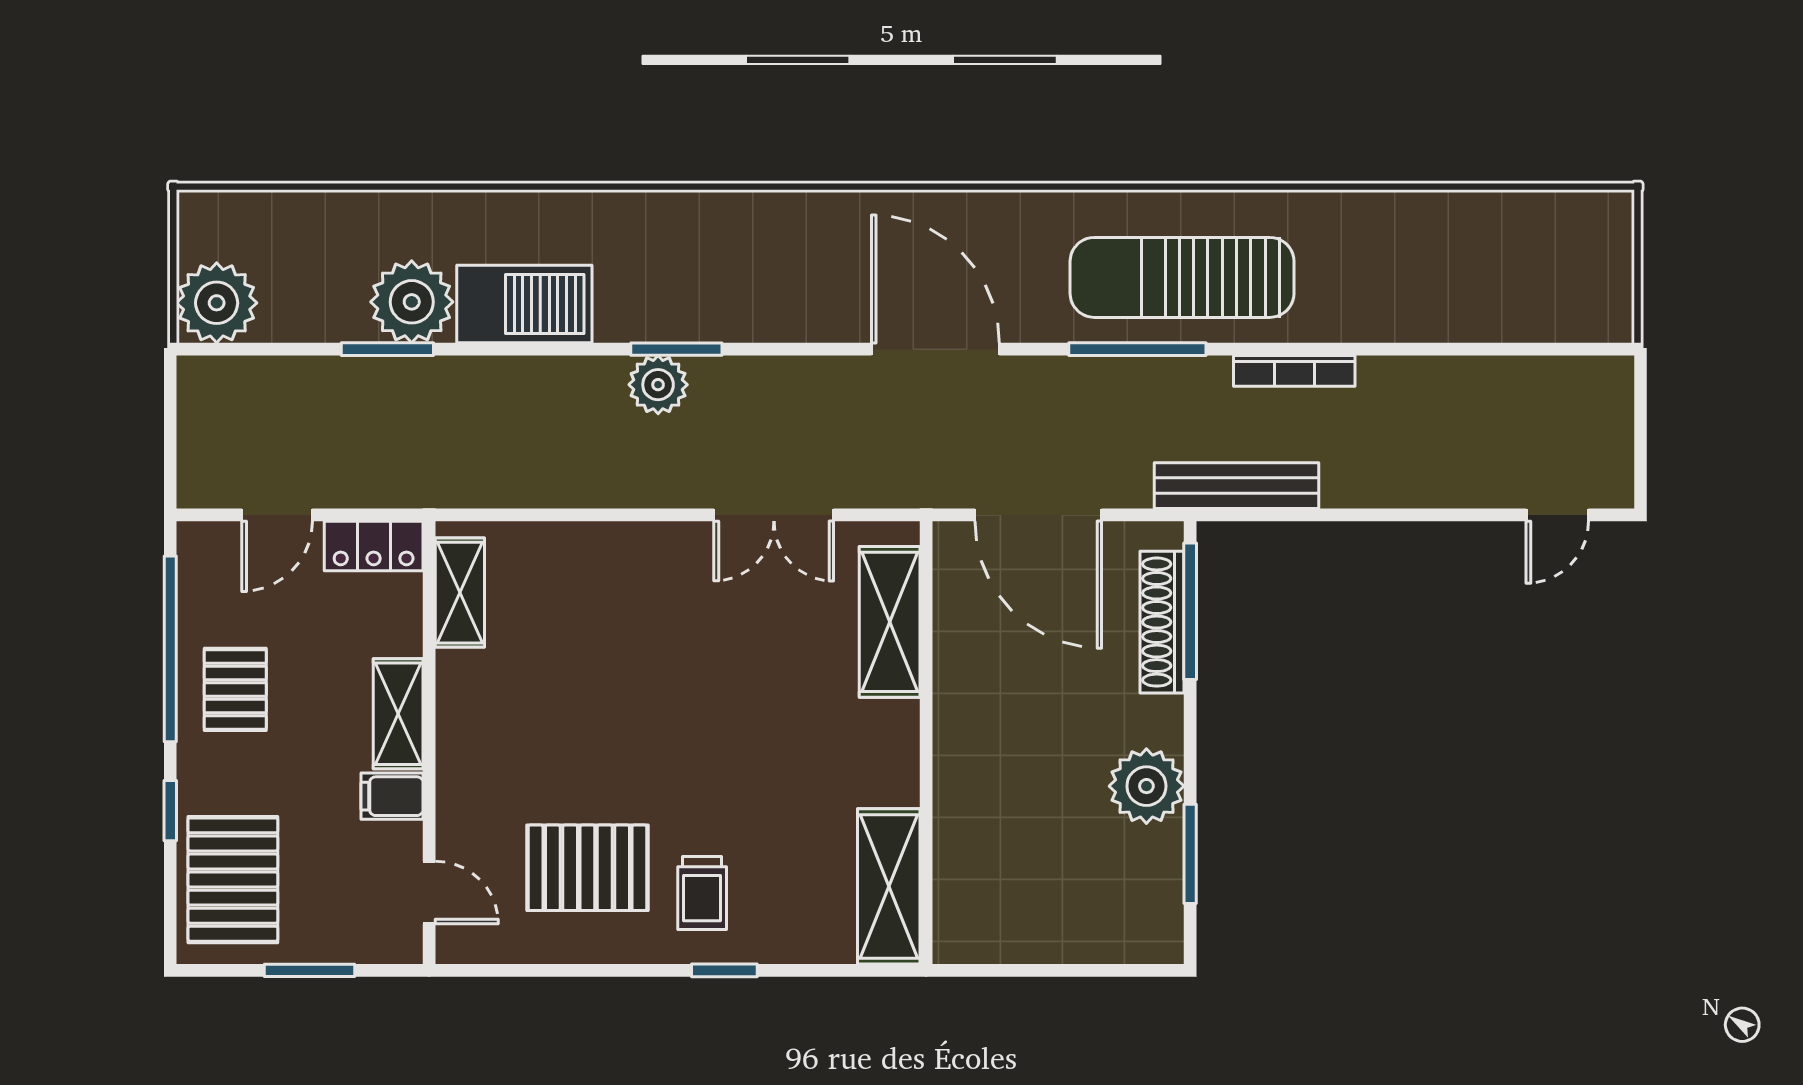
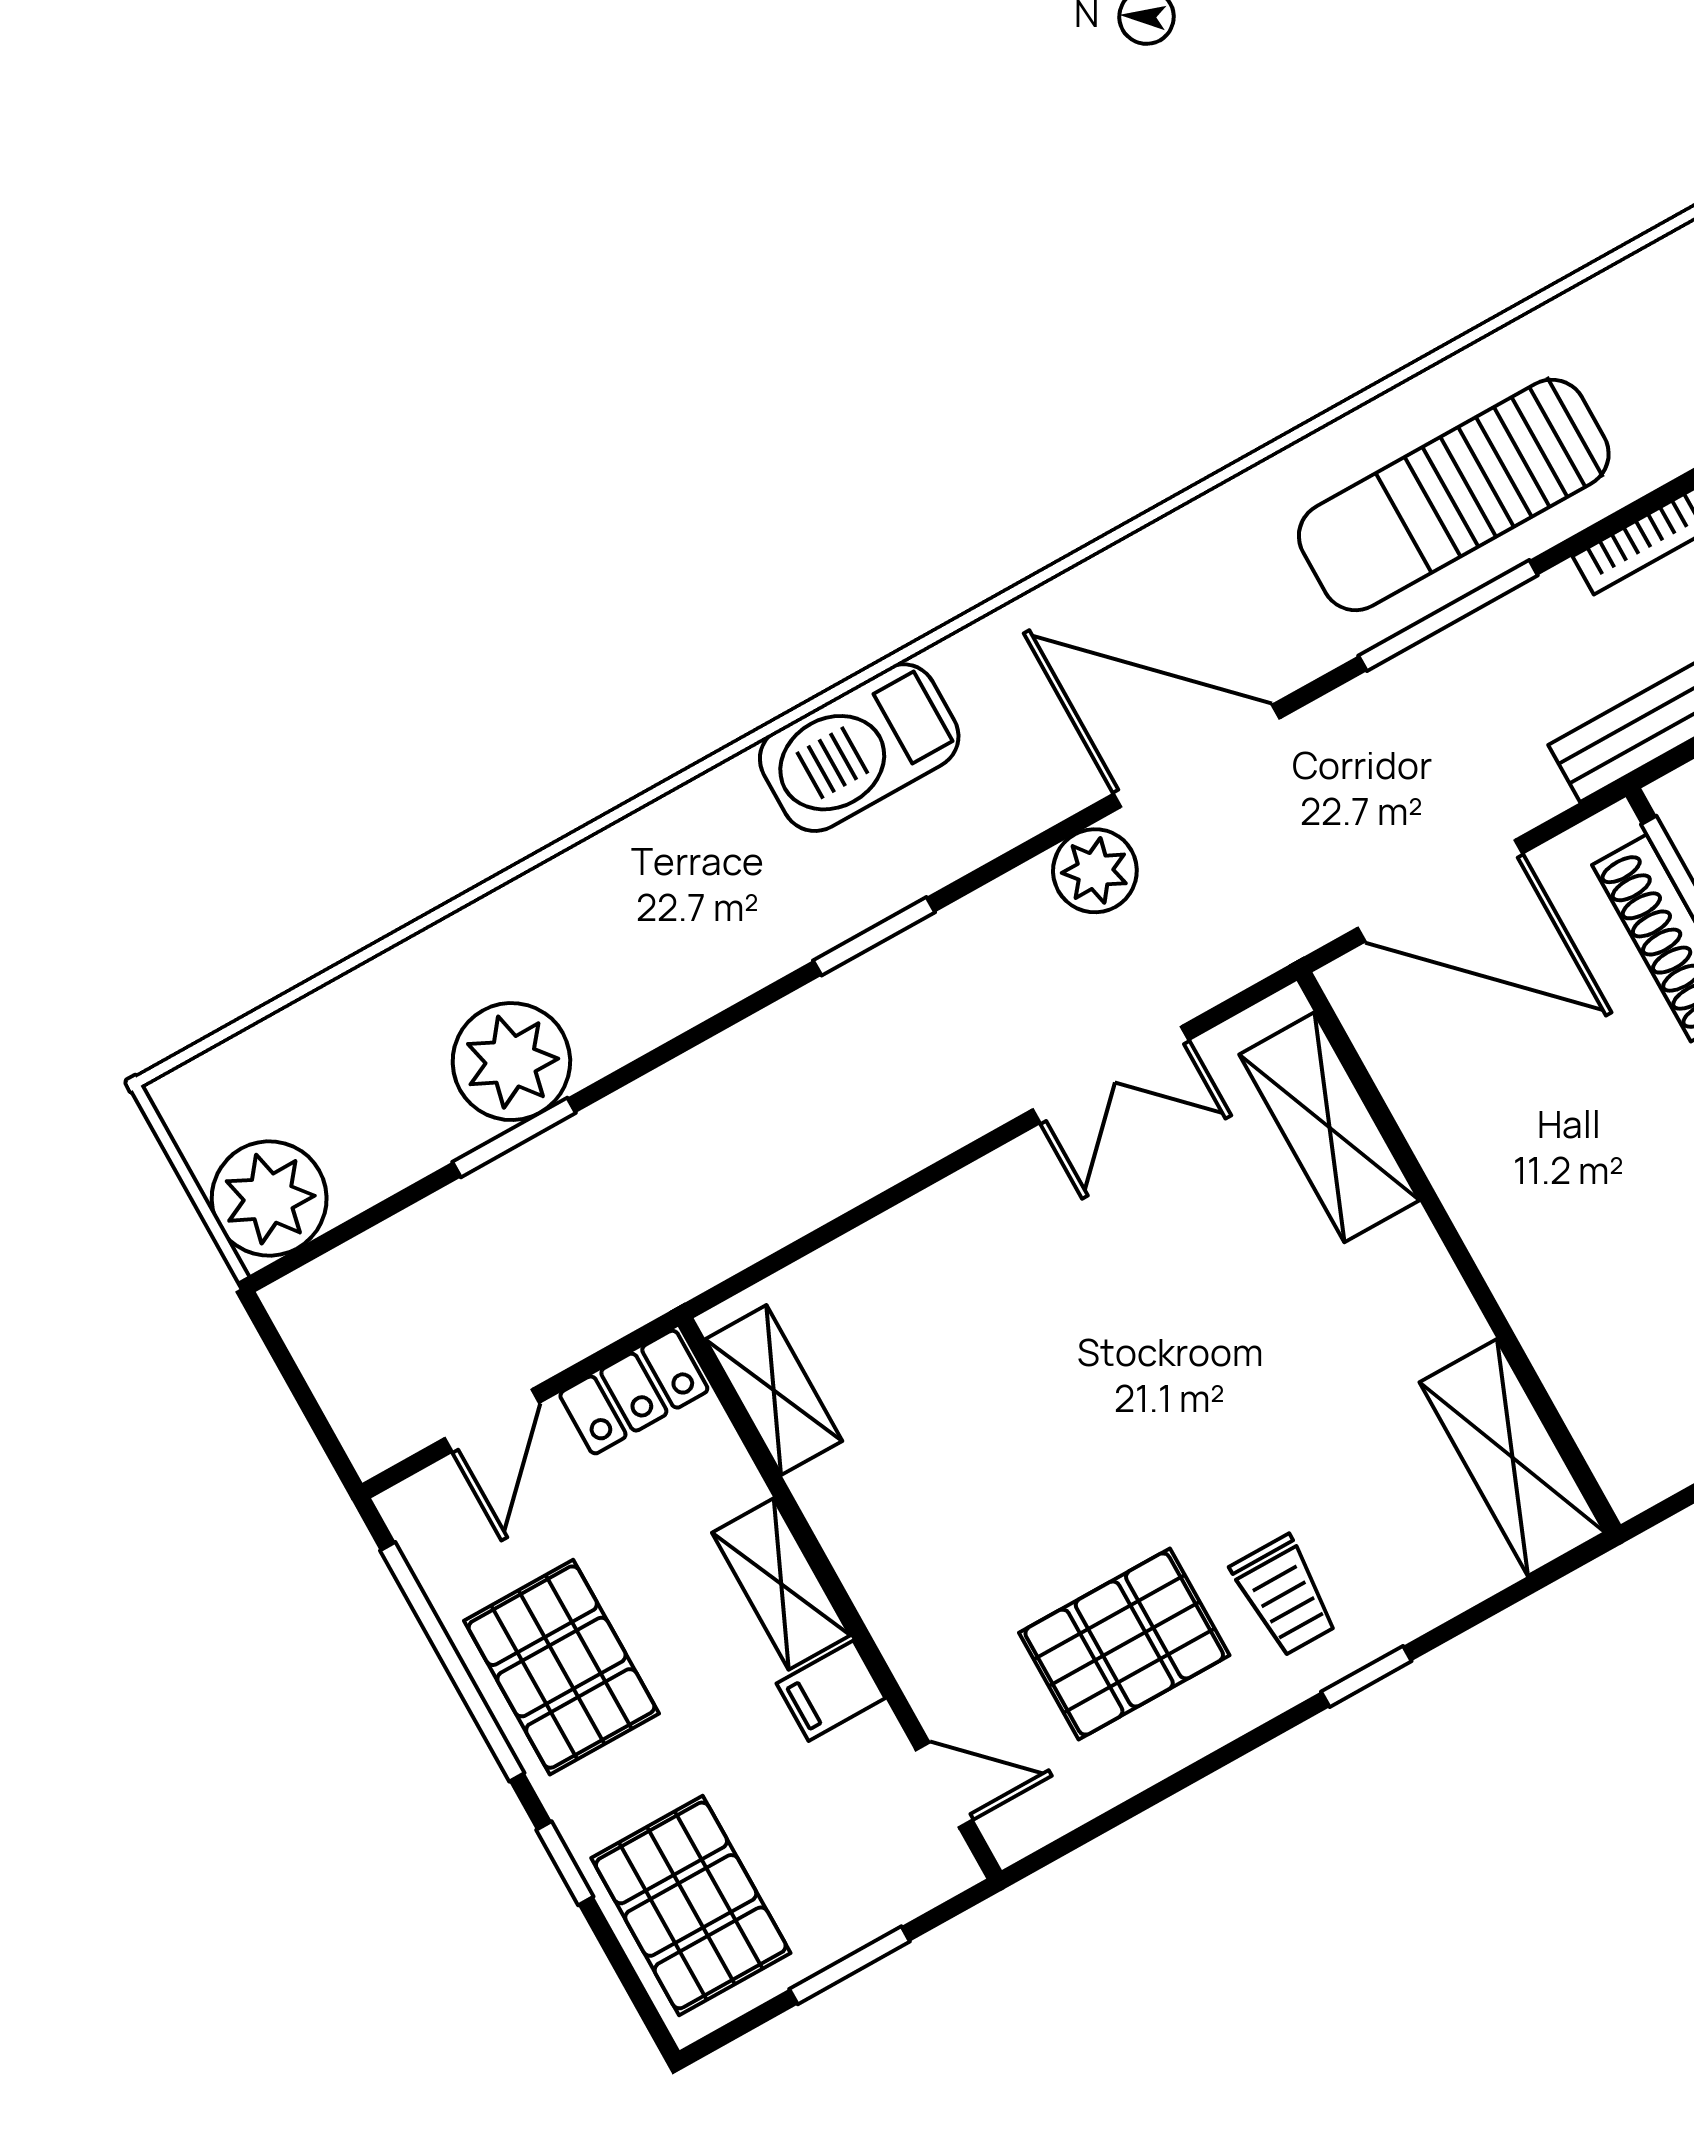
barbecue: (524, 304) -> (859, 748), moved, turned 180
plant: (658, 385) -> (1095, 871), moved
pallet: (235, 689) -> (561, 1667), width x1.50, depth x1.42

